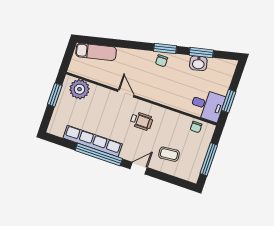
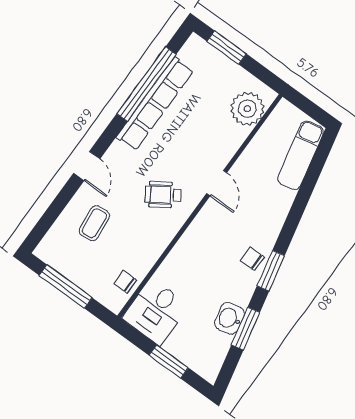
door: (126, 93) -> (217, 183), hinge flipped
window: (55, 95) -> (227, 48), moved
window: (229, 101) -> (169, 362), moved
wheelchair: (141, 121) -> (163, 195), turned 56
window: (99, 155) -> (146, 84), moved

